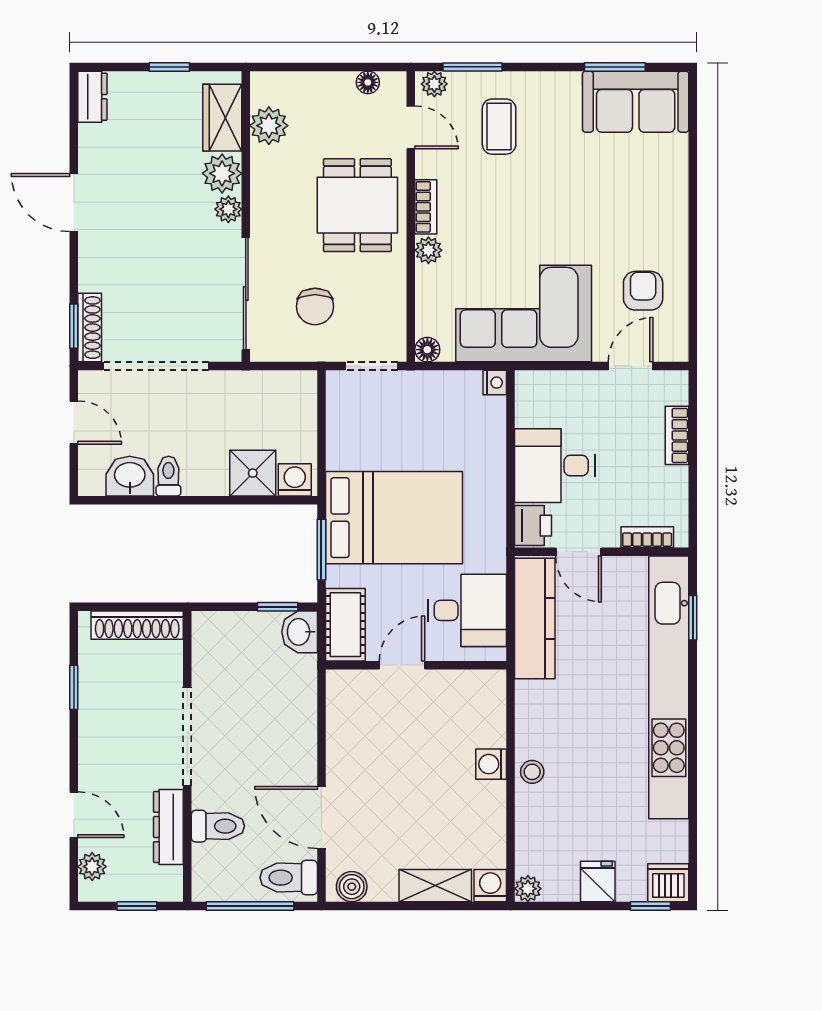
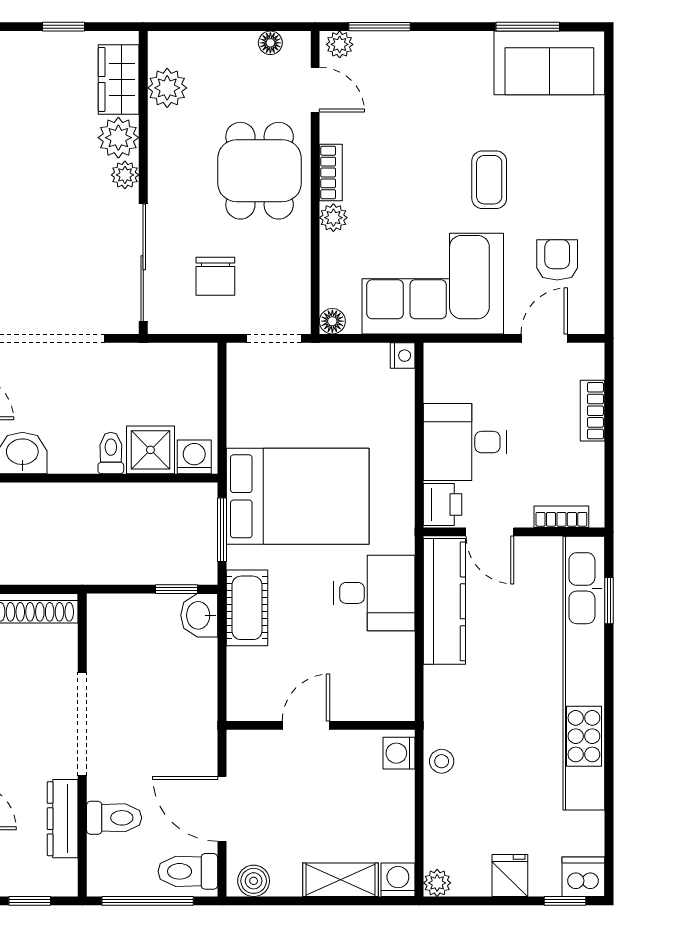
coffee table: (499, 127) -> (489, 180), moved
toilet: (168, 476) -> (111, 453), moved
door: (402, 665) -> (306, 725), moved
wall: (416, 665) -> (321, 725), moved

